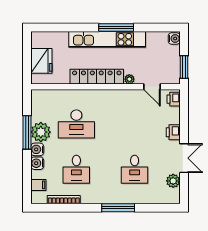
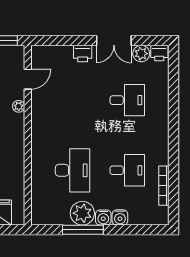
locker: (97, 77) -> (16, 146), removed
printer: (174, 99) -> (159, 53), moved
double door: (184, 158) -> (114, 41), swing flipped
filing cabinet: (38, 185) -> (146, 216), removed
window: (118, 208) -> (174, 120), removed

